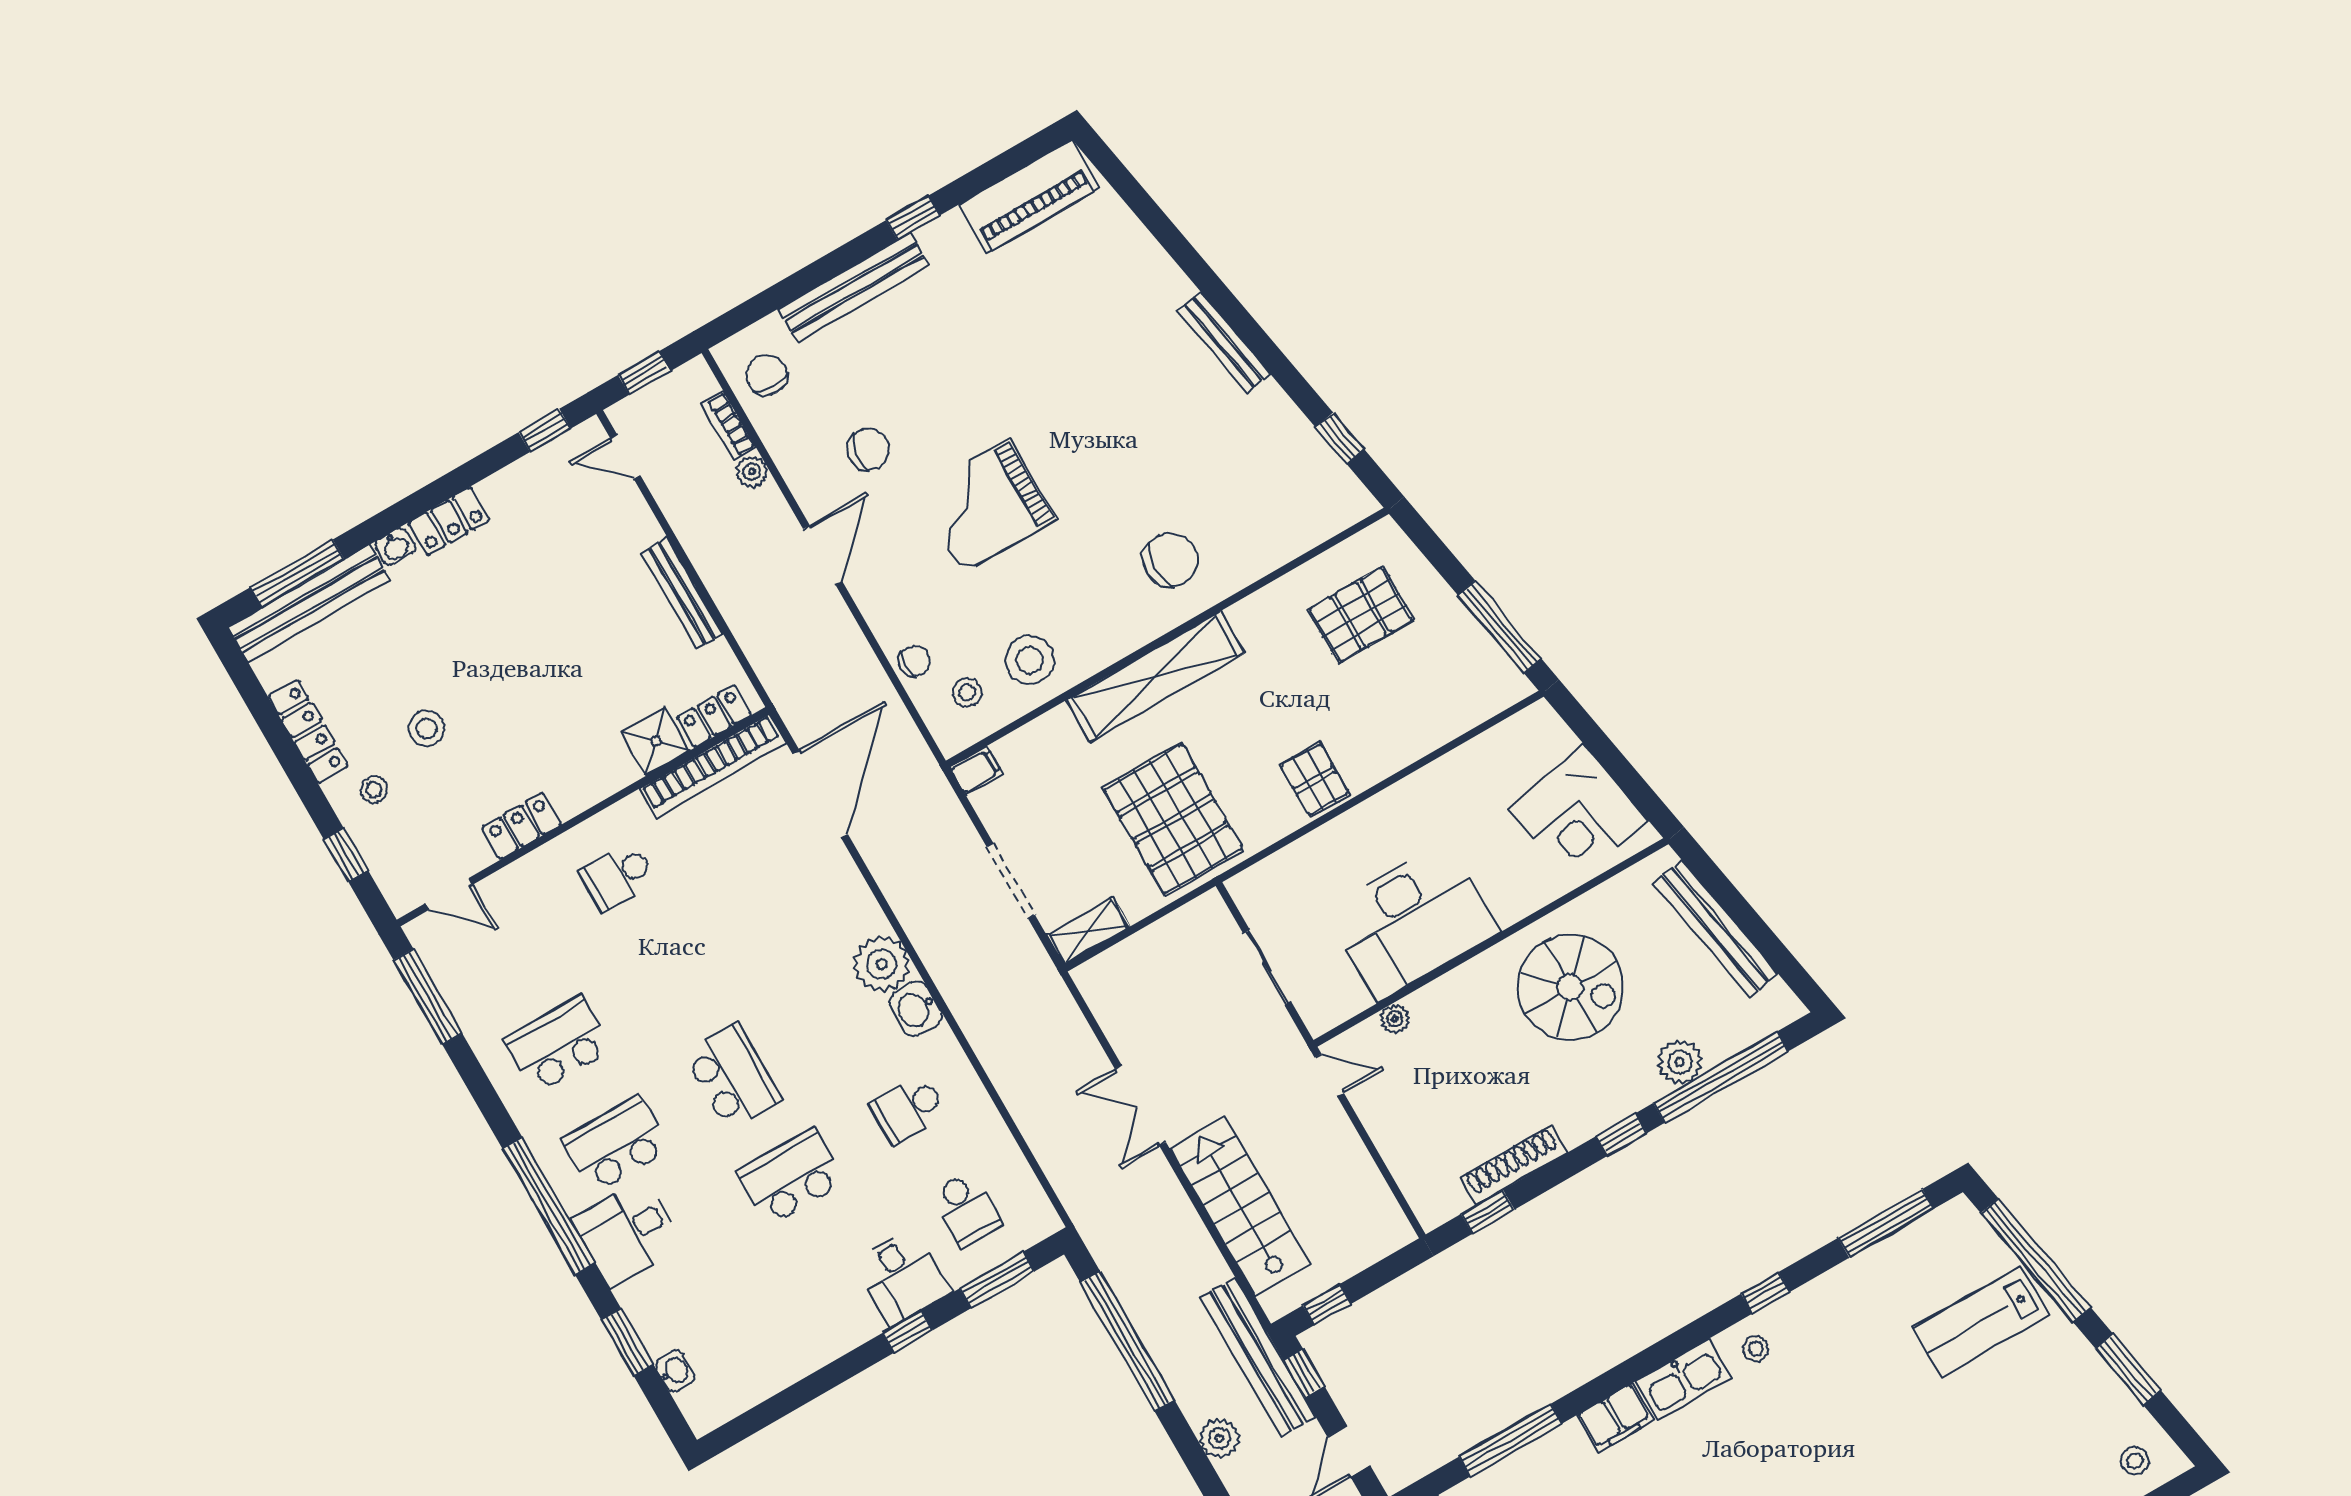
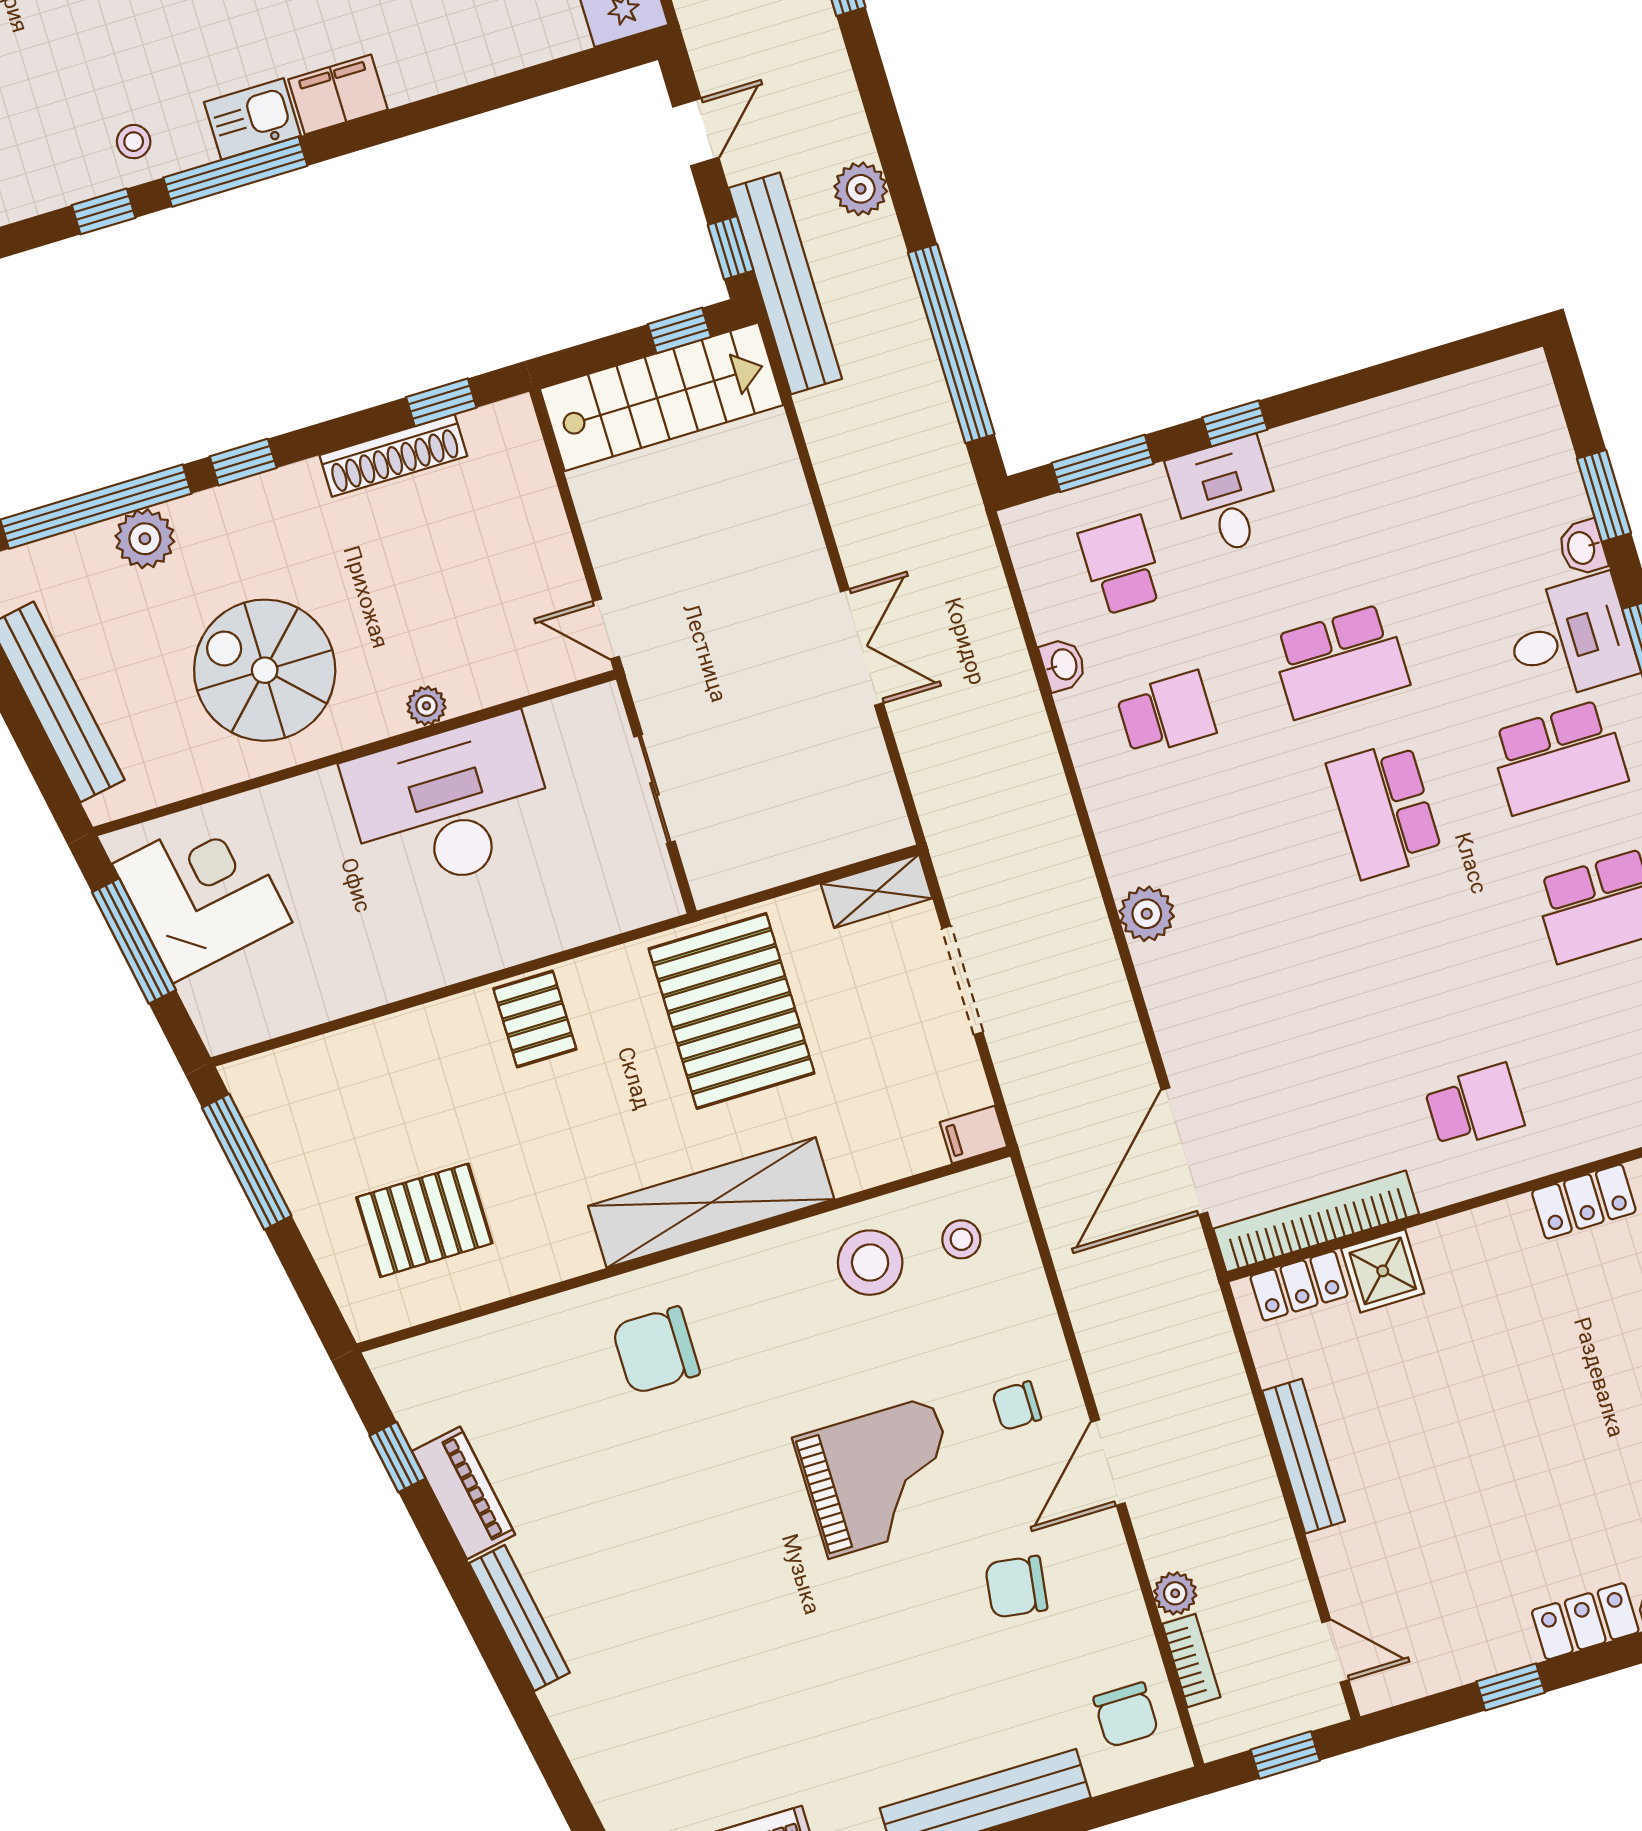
piano: (1286, 423) -> (463, 1493), added
window: (545, 430) -> (1511, 1687), moved
chair: (914, 661) -> (1017, 1406), moved
window: (1619, 768) -> (134, 941), added
plant: (882, 964) -> (1147, 914), width x0.73, depth x0.73
washbasin: (916, 1009) -> (1063, 665), moved, width x0.72, depth x0.69
plant: (1395, 1019) -> (426, 706), moved
stairs: (1240, 1205) -> (662, 397), moved, turned -90
washbasin: (675, 1371) -> (1582, 548), moved
kitchen sink: (1683, 1380) -> (252, 119), width x0.73
window: (1510, 1440) -> (235, 172), moved

